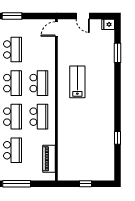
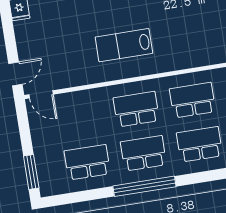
door: (83, 16) -> (15, 74), moved

